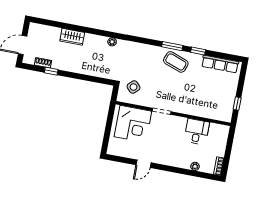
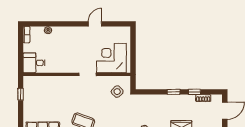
window: (73, 75) -> (174, 92), added
desk: (197, 132) -> (34, 63), moved, turned 90

